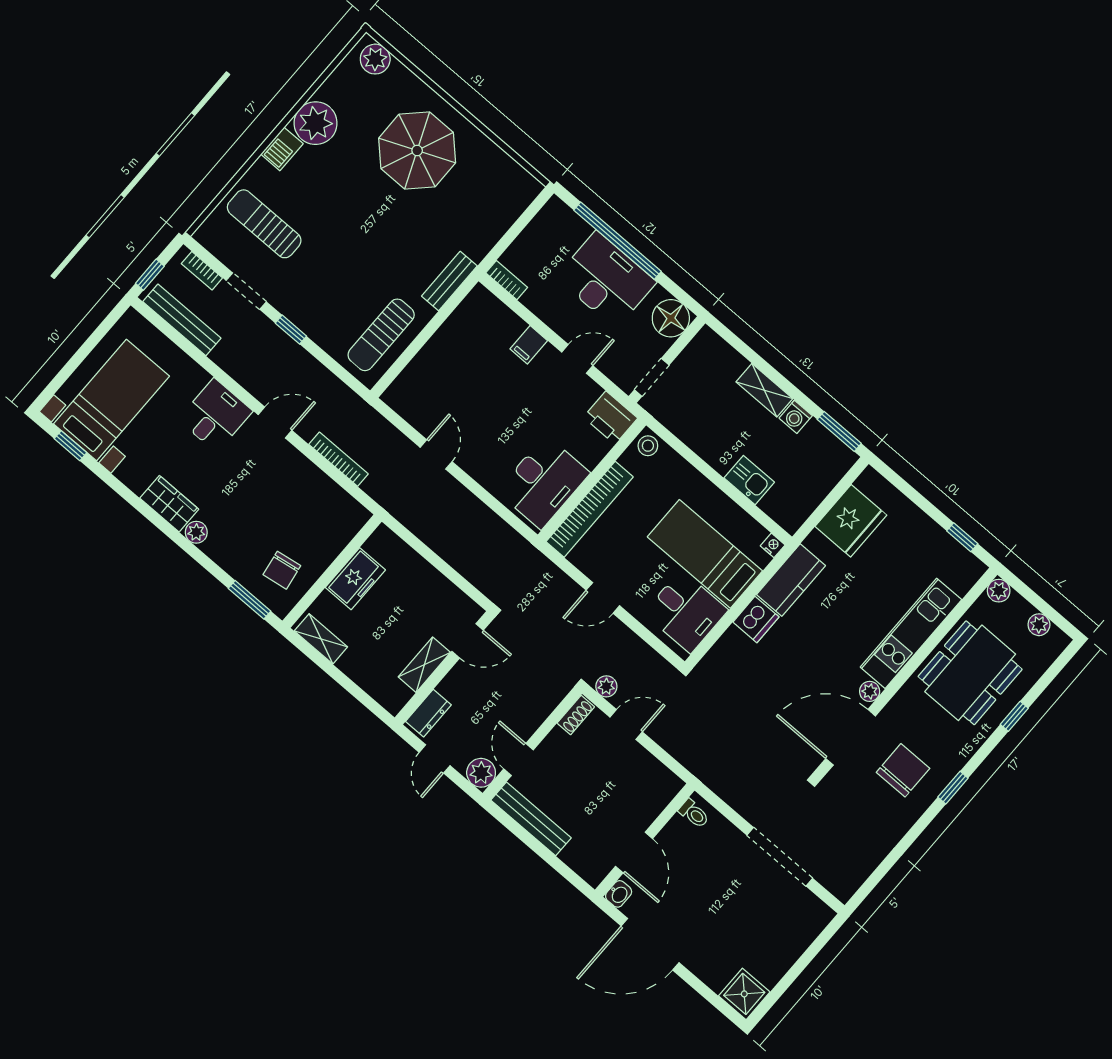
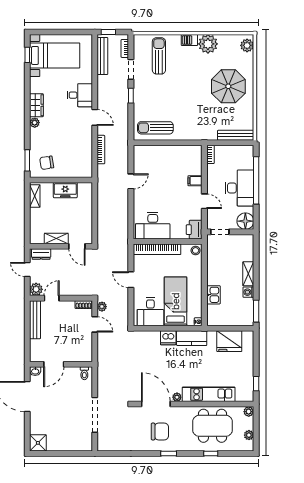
bench: (449, 281) -> (236, 135), moved, width x1.36
door: (435, 759) -> (27, 269), hinge flipped

